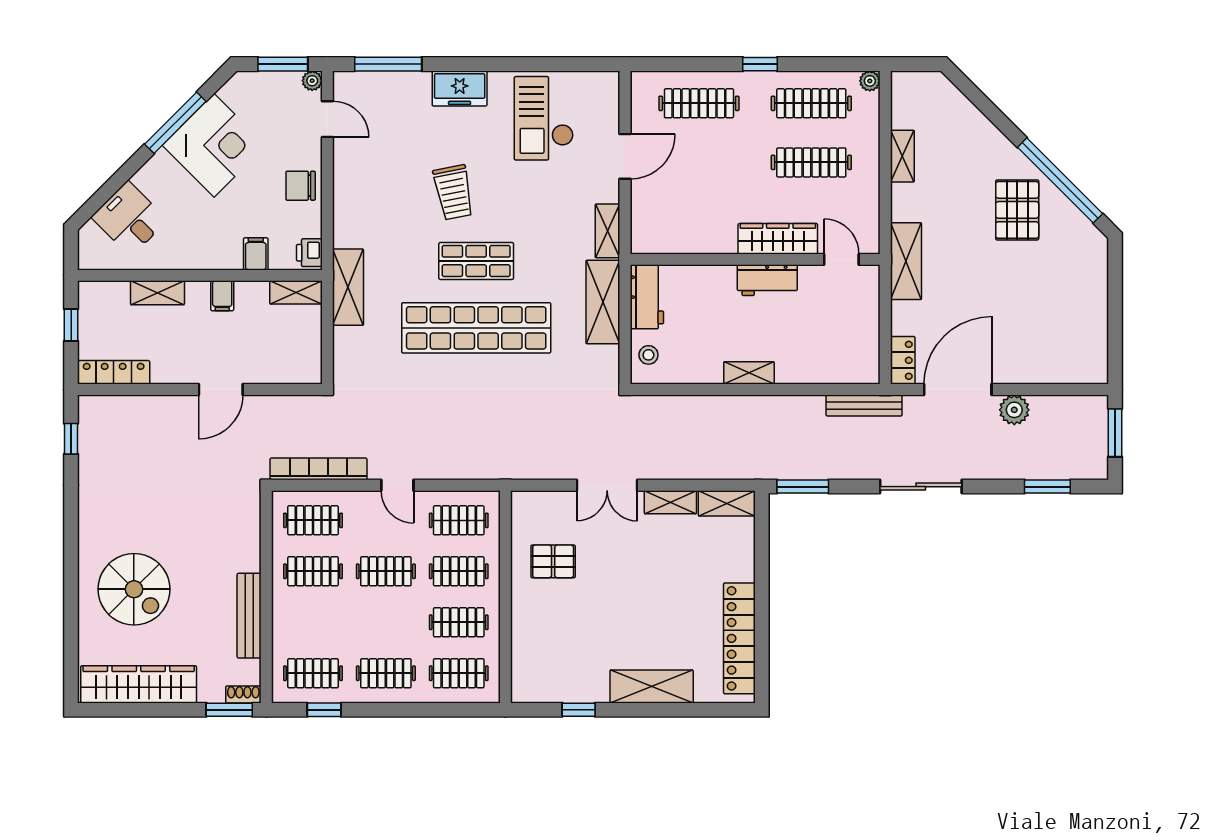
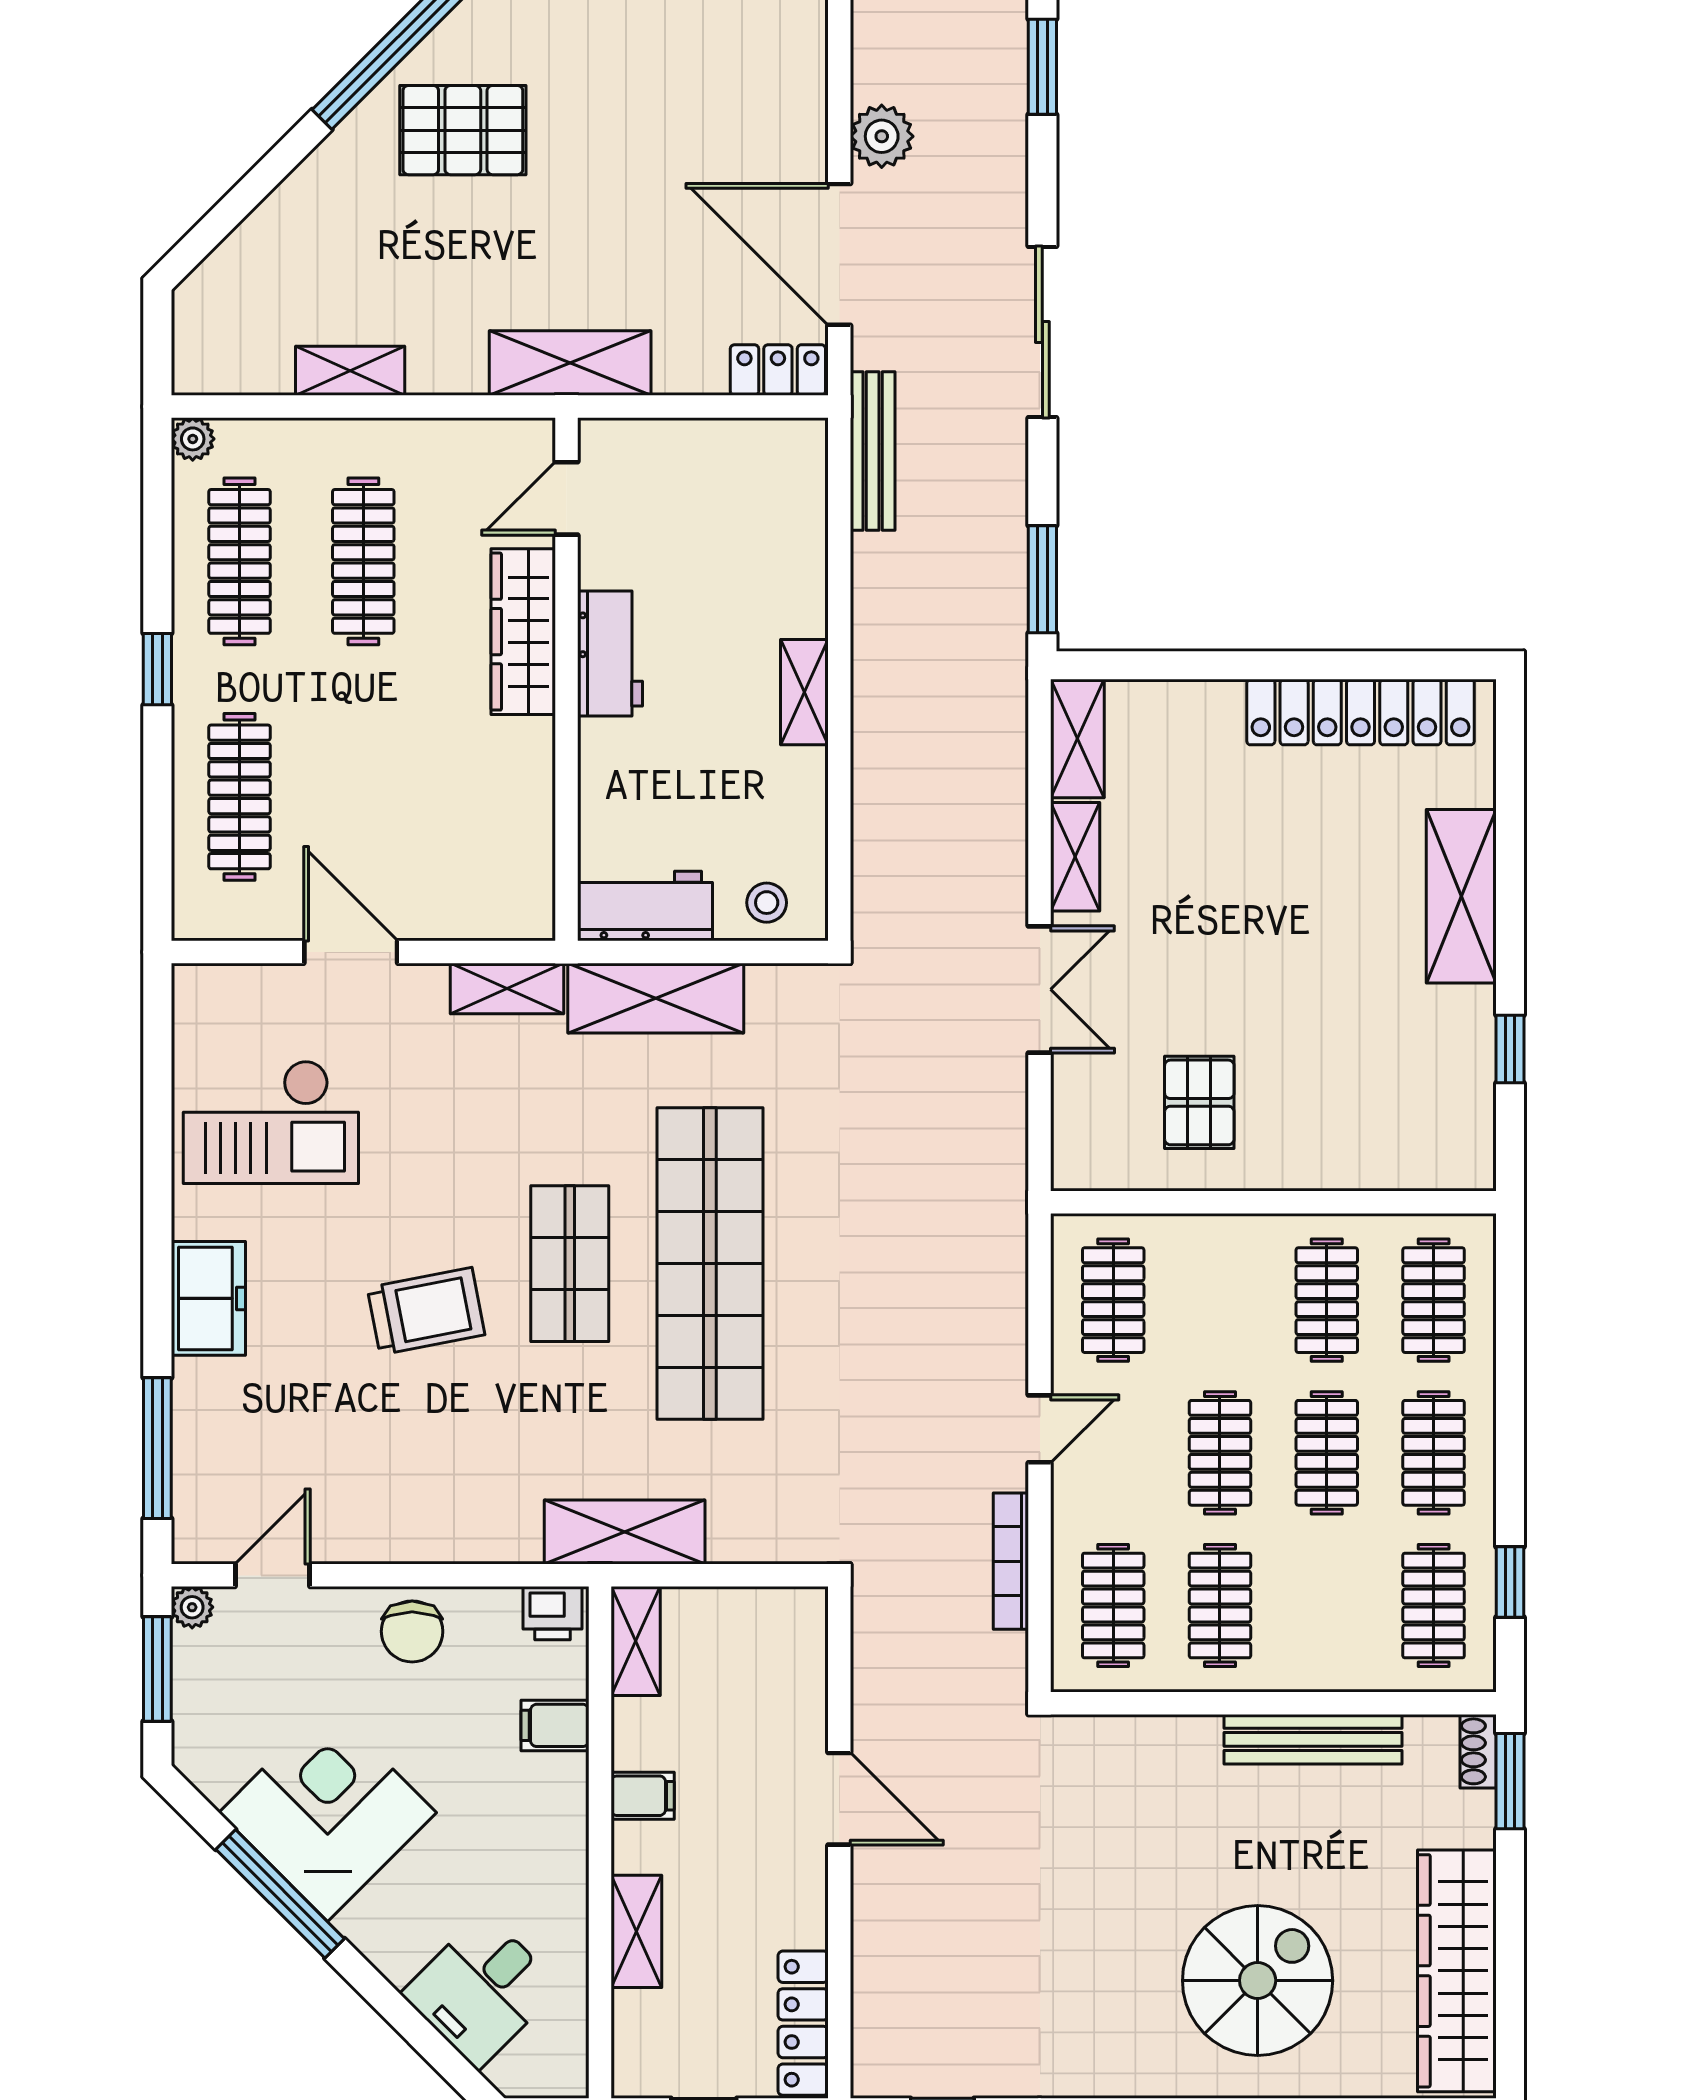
bookcase: (319, 469) -> (1011, 1561), width x0.68, depth x0.76
clothes rail: (459, 571) -> (1327, 1453), moved

